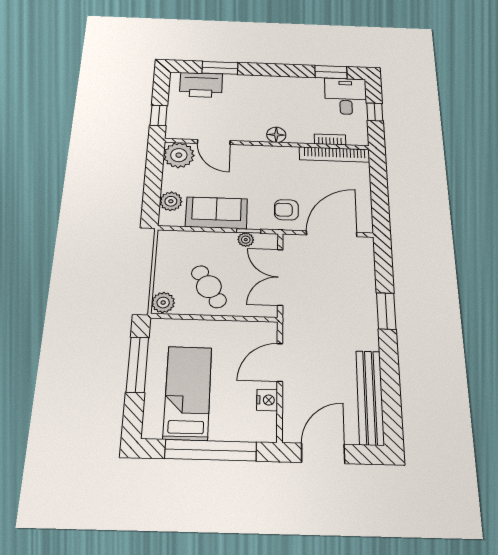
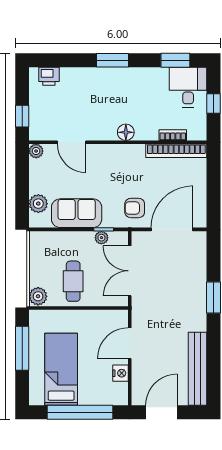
window: (220, 68) -> (112, 60), moved
printer: (201, 85) -> (49, 76), width x0.53, depth x0.68
plant: (179, 155) -> (36, 151), width x0.53, depth x0.53
cafe table: (209, 287) -> (73, 281), turned 32

